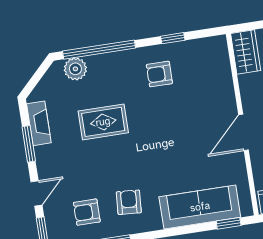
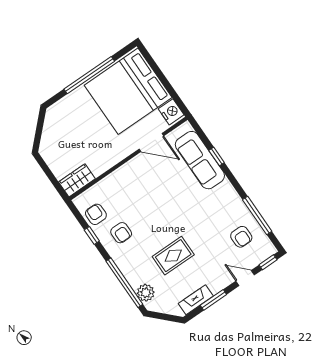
rug: (103, 122) -> (173, 256), turned 90
door: (243, 132) -> (151, 142), moved
armchair: (129, 202) -> (96, 214), moved, turned 86
window: (229, 223) -> (217, 156), moved

